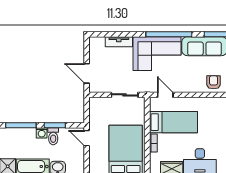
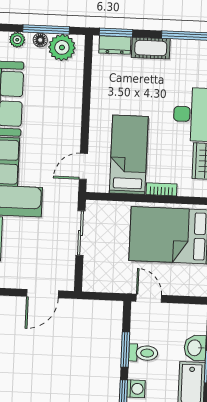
armchair: (214, 82) -> (66, 86), removed
washing machine: (42, 133) -> (136, 389), moved
door: (87, 138) -> (149, 298), swing flipped

